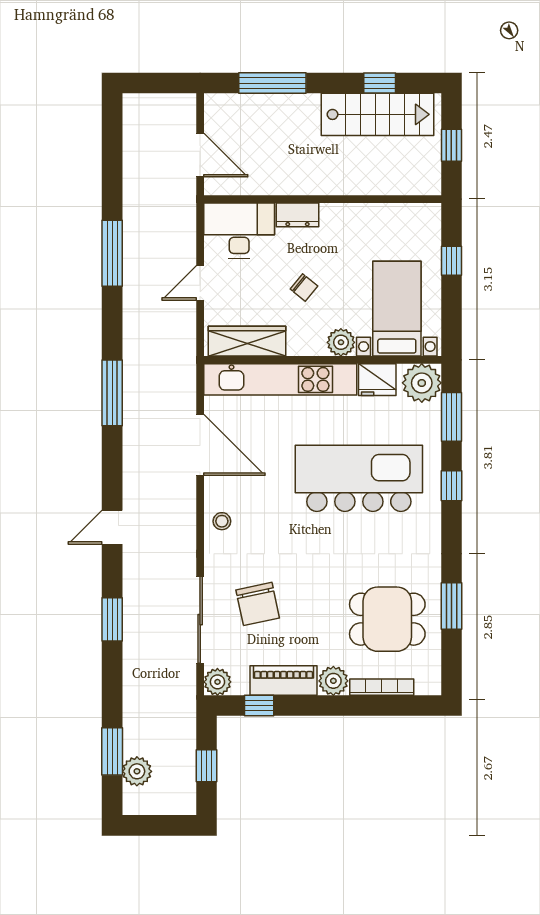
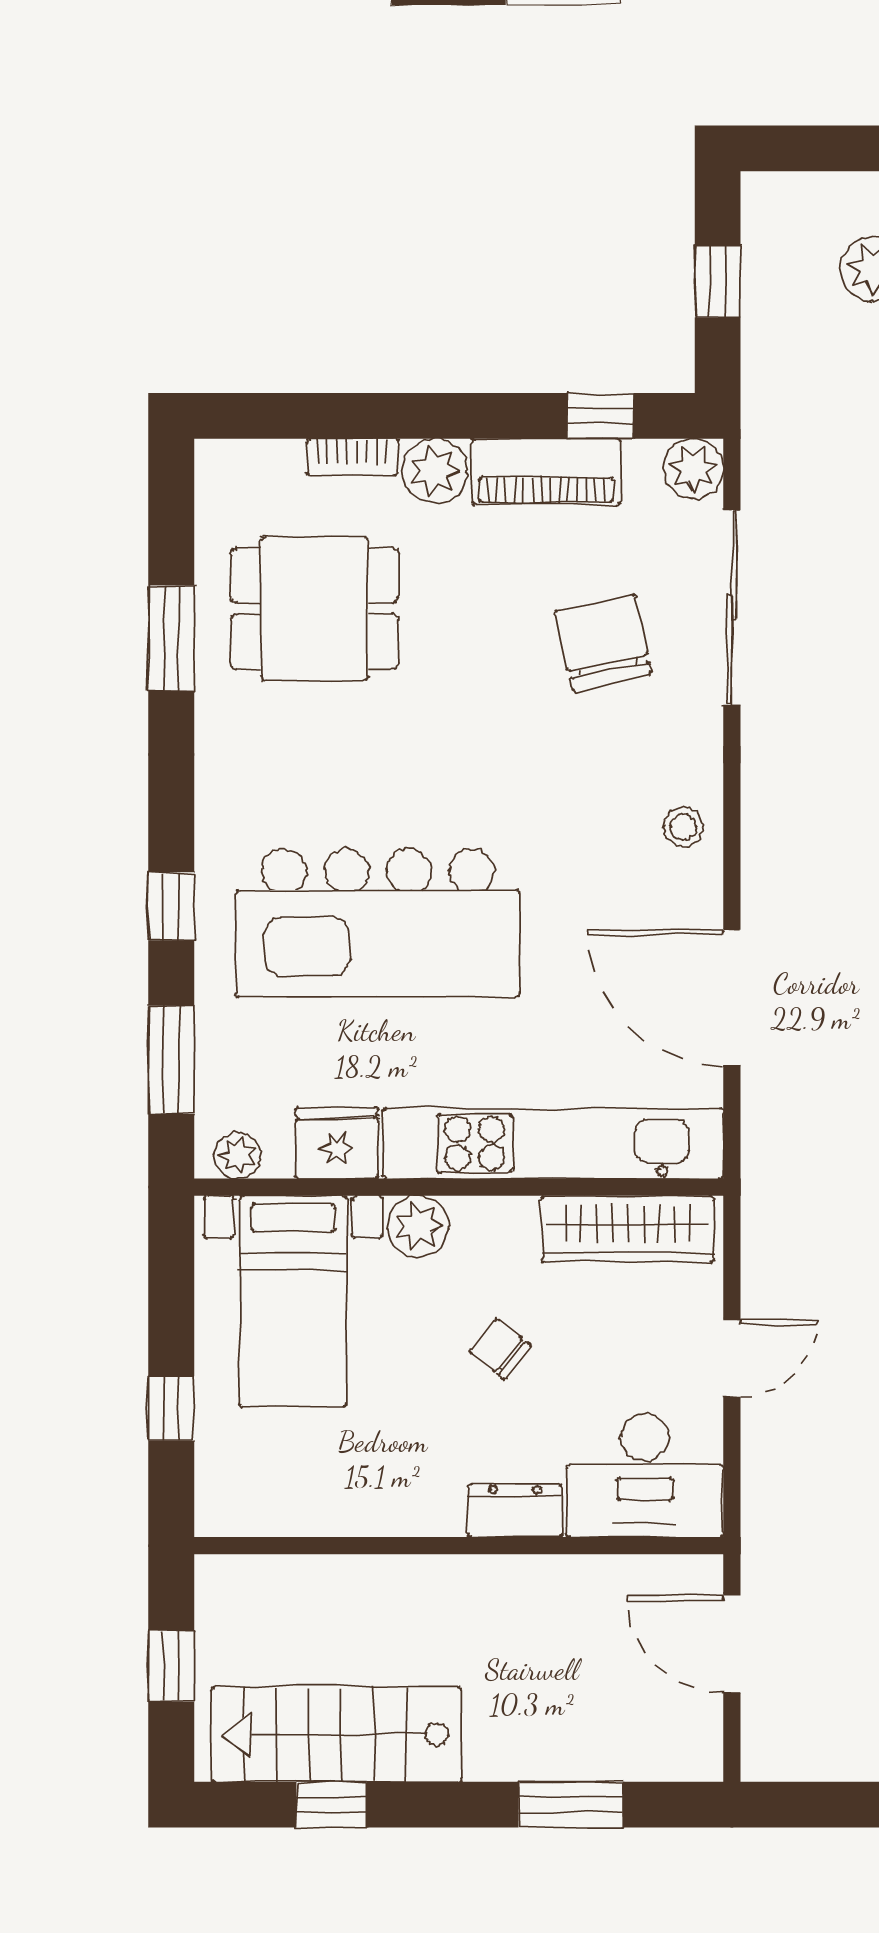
window: (272, 83) -> (571, 1805), width x0.69
plant: (422, 383) -> (238, 1156), width x0.53, depth x0.53
bookcase: (382, 687) -> (352, 457), width x0.64

